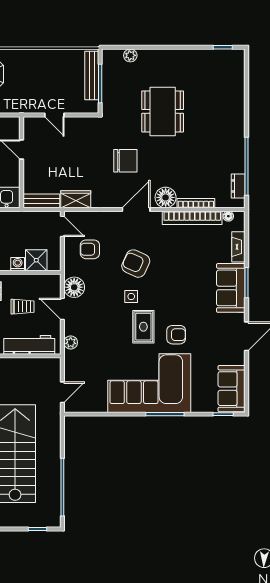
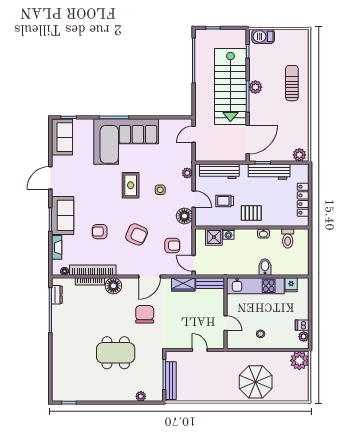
dining table: (163, 111) -> (116, 353), turned 90
chair: (125, 161) -> (145, 314), turned 90
door: (136, 209) -> (150, 277), moved
side table: (131, 296) -> (160, 190), moved
armchair: (176, 335) -> (100, 232), moved

